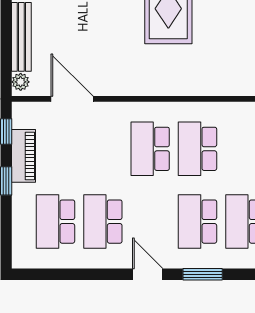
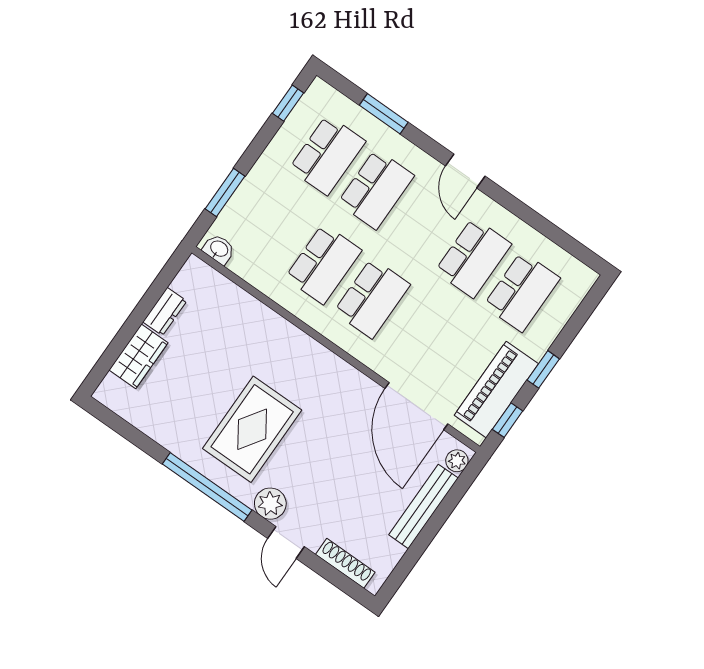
door: (72, 99) -> (416, 406), width x1.36
piano: (24, 156) -> (496, 390), width x1.37, depth x1.33
window: (203, 274) -> (384, 114), moved

